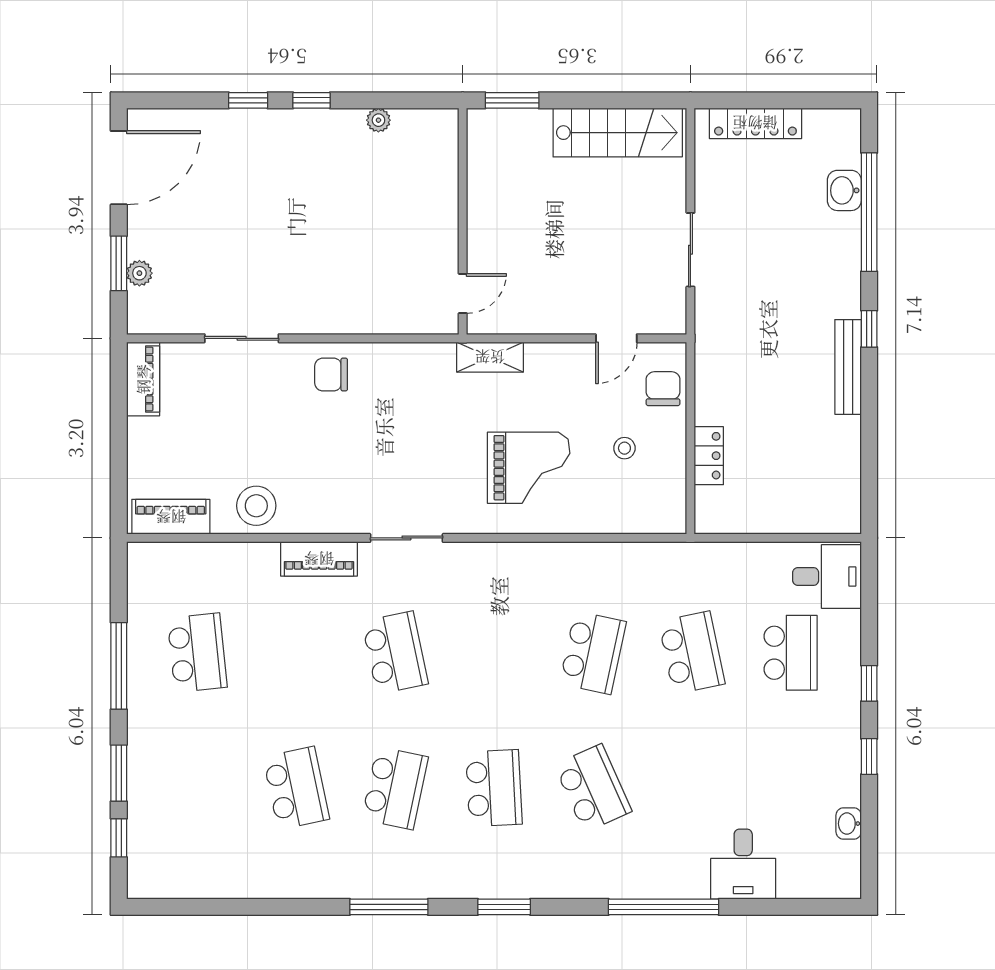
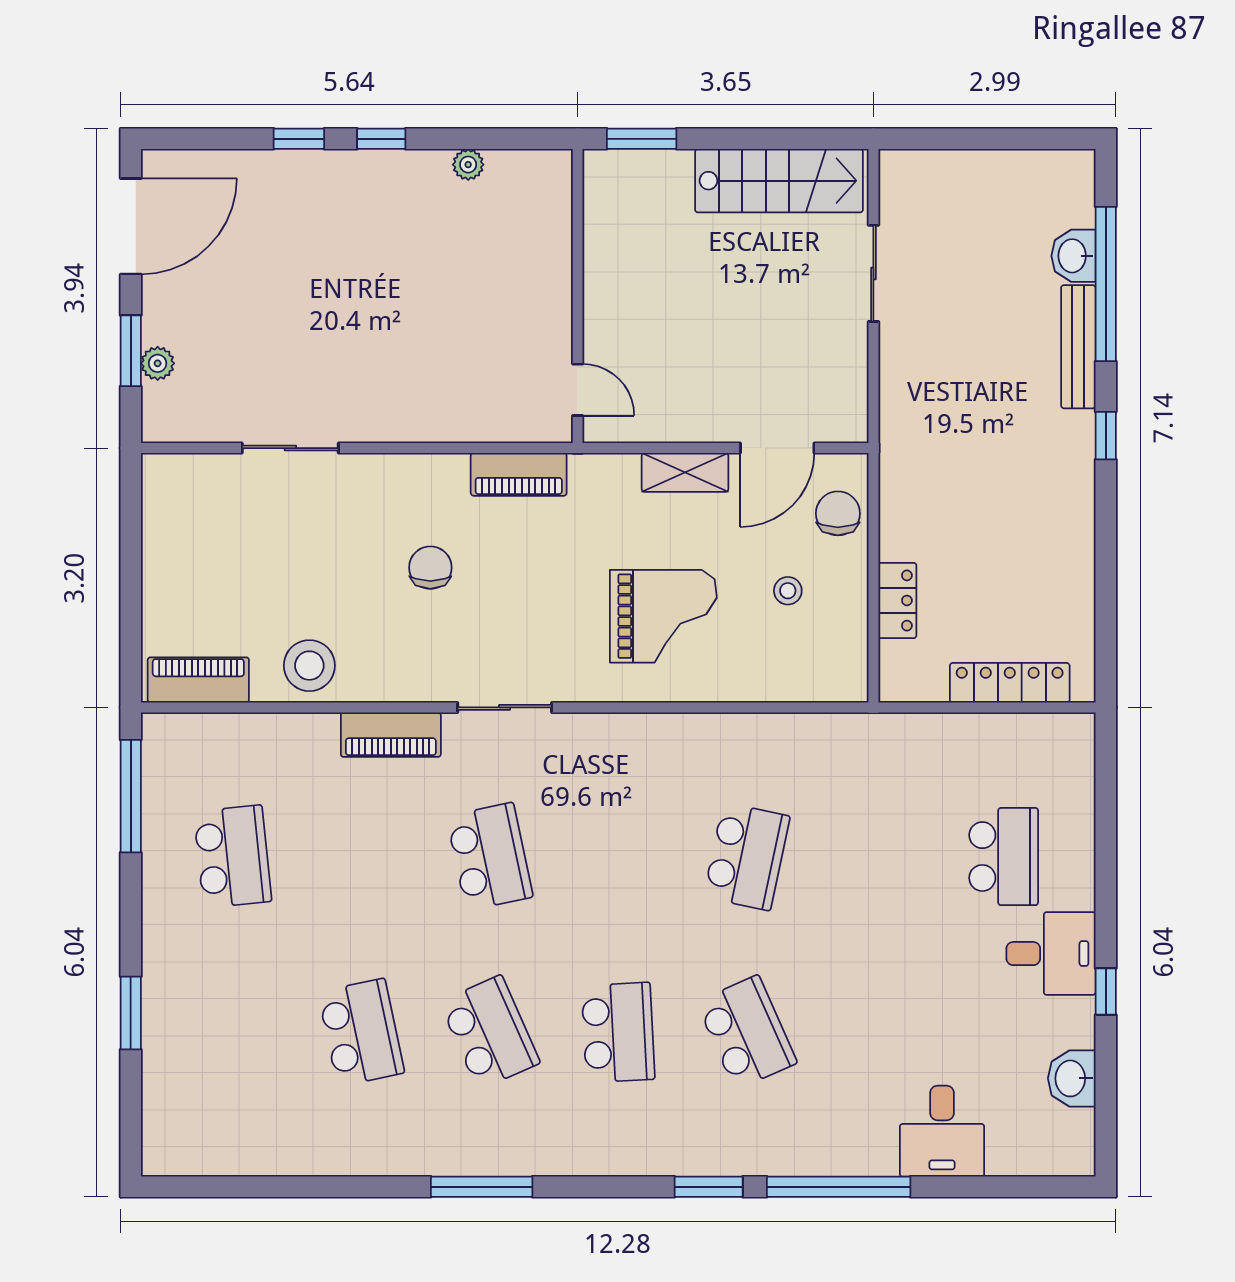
locker: (755, 123) -> (1010, 683), moved, turned 180
sliding door: (690, 250) -> (873, 273), moved
door: (463, 293) -> (578, 390), hinge flipped
door: (616, 338) -> (777, 448), width x1.38
shelving: (490, 357) -> (685, 472), moved
bench: (848, 367) -> (1078, 347), moved
chair: (331, 375) -> (430, 568), moved, turned 90
piano: (143, 379) -> (519, 474), moved, turned 90
desk: (827, 576) -> (1051, 954), moved
school desk: (692, 653) -> (875, 857), removed
window: (119, 666) -> (131, 796), moved
window: (869, 683) -> (1106, 896), removed
school desk: (395, 788) -> (490, 1032), turned -36
washbasin: (849, 824) -> (1072, 1078), width x1.38, depth x1.45
window: (119, 838) -> (131, 1097), removed
window: (504, 907) -> (709, 1187), moved

